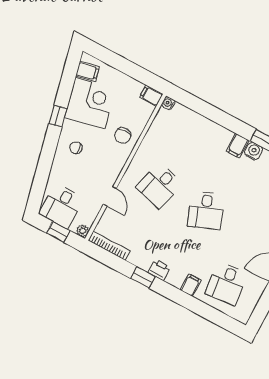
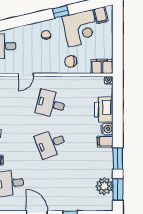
filing cabinet: (151, 96) -> (102, 66), width x2.00
printer: (200, 127) -> (104, 110), added
water cooler: (253, 151) -> (107, 129), moved

